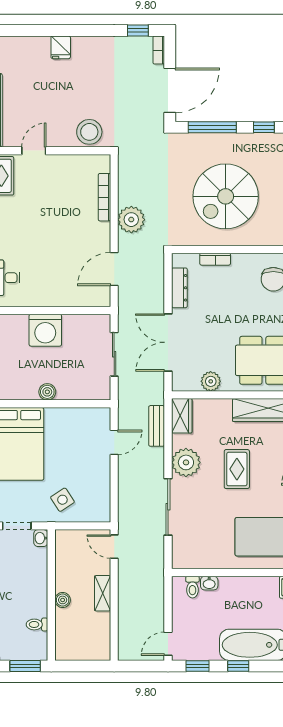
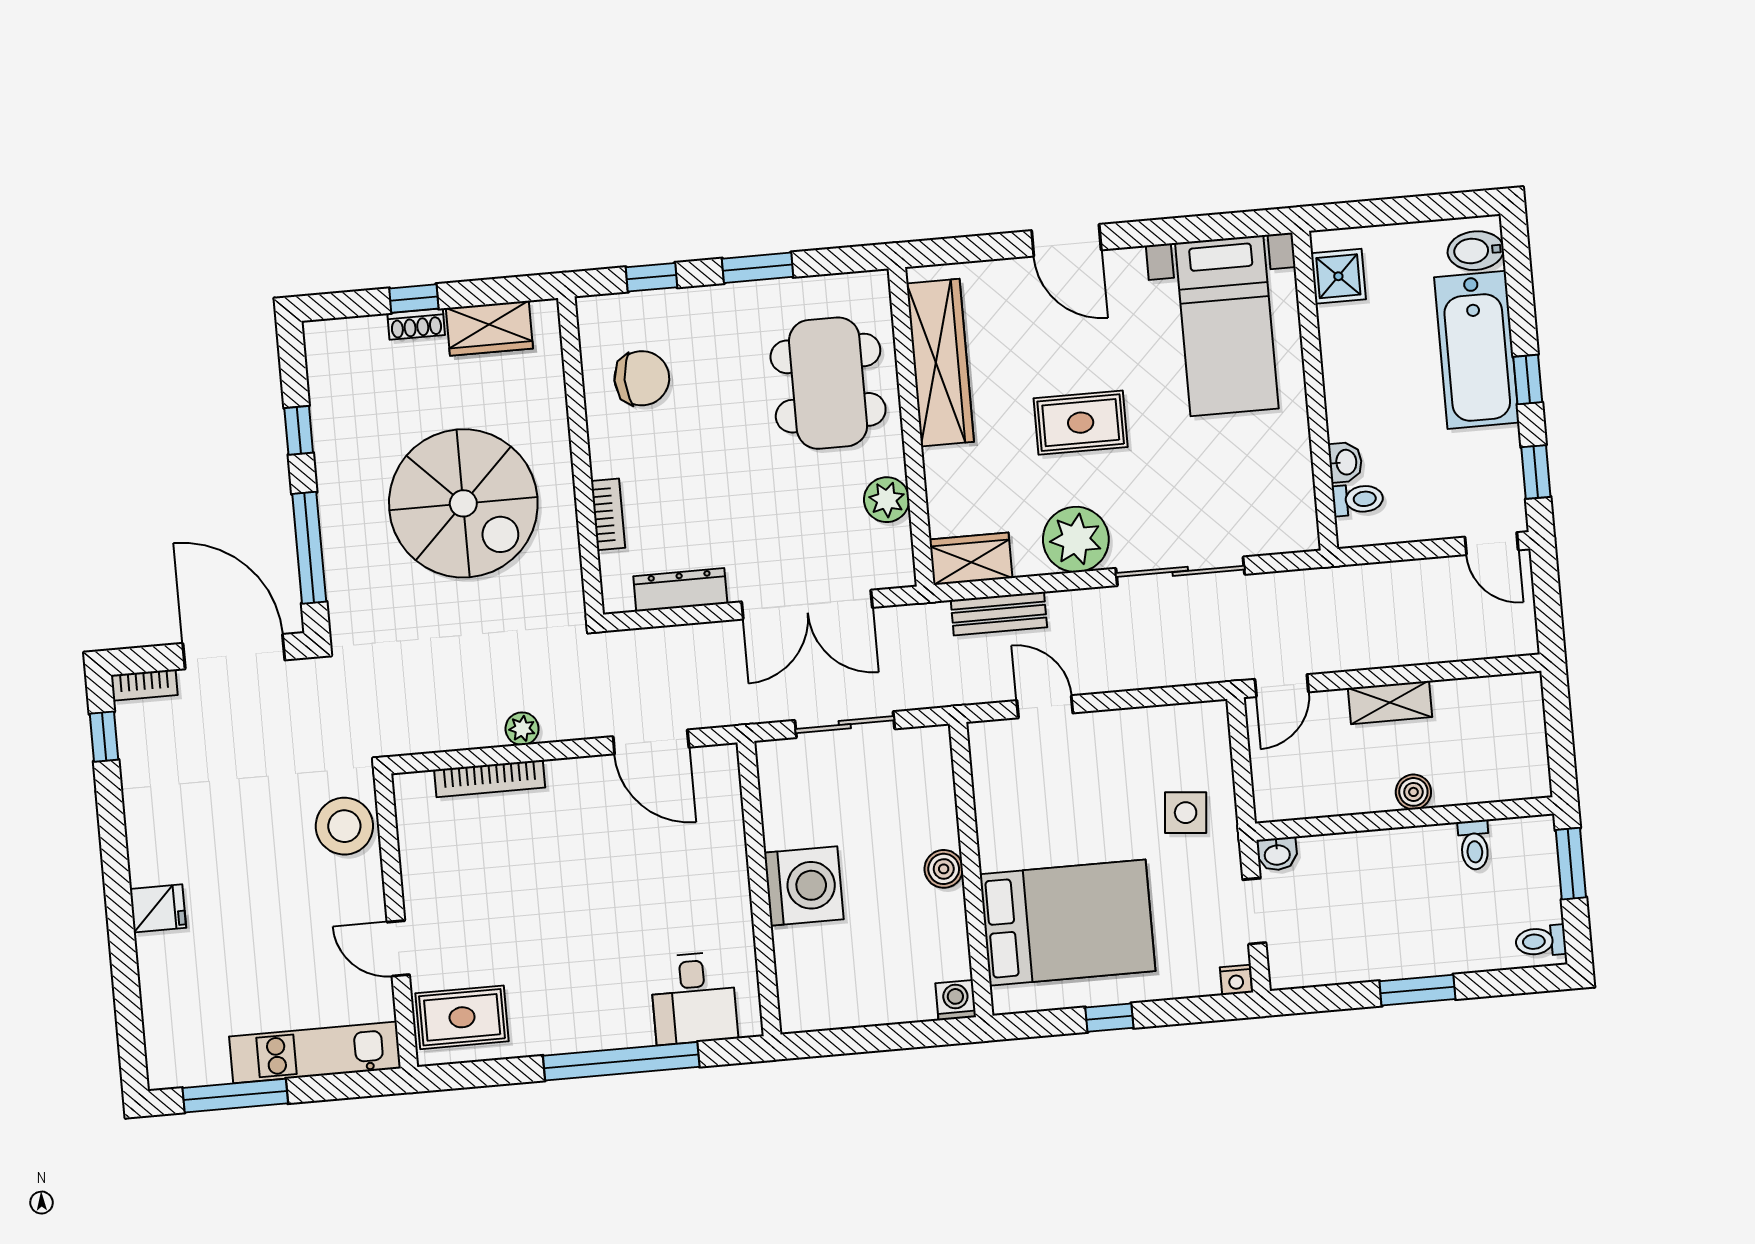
plant: (131, 220) -> (522, 729), width x0.53, depth x0.53
side table: (62, 500) -> (1186, 813), turned 38

